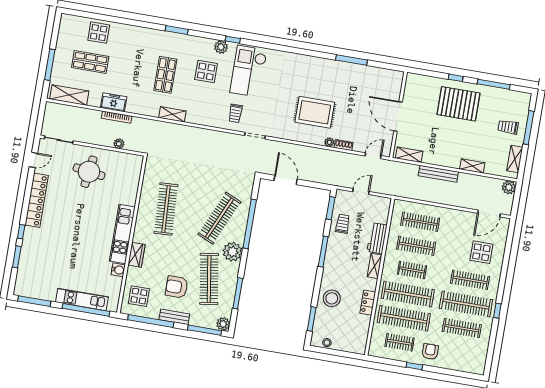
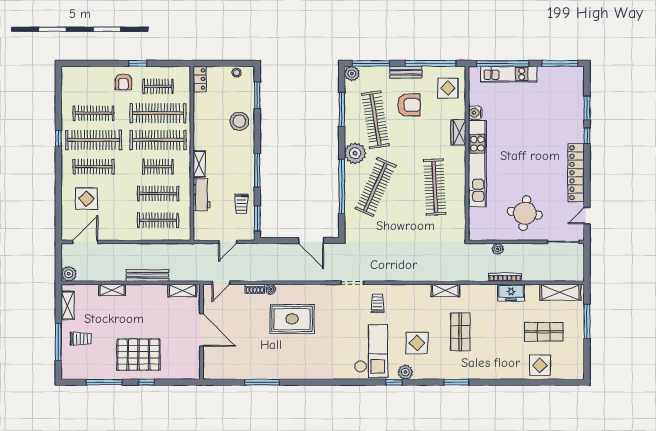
kitchen unit: (122, 234) -> (477, 164), width x1.36
locker: (368, 303) -> (200, 79), moved

